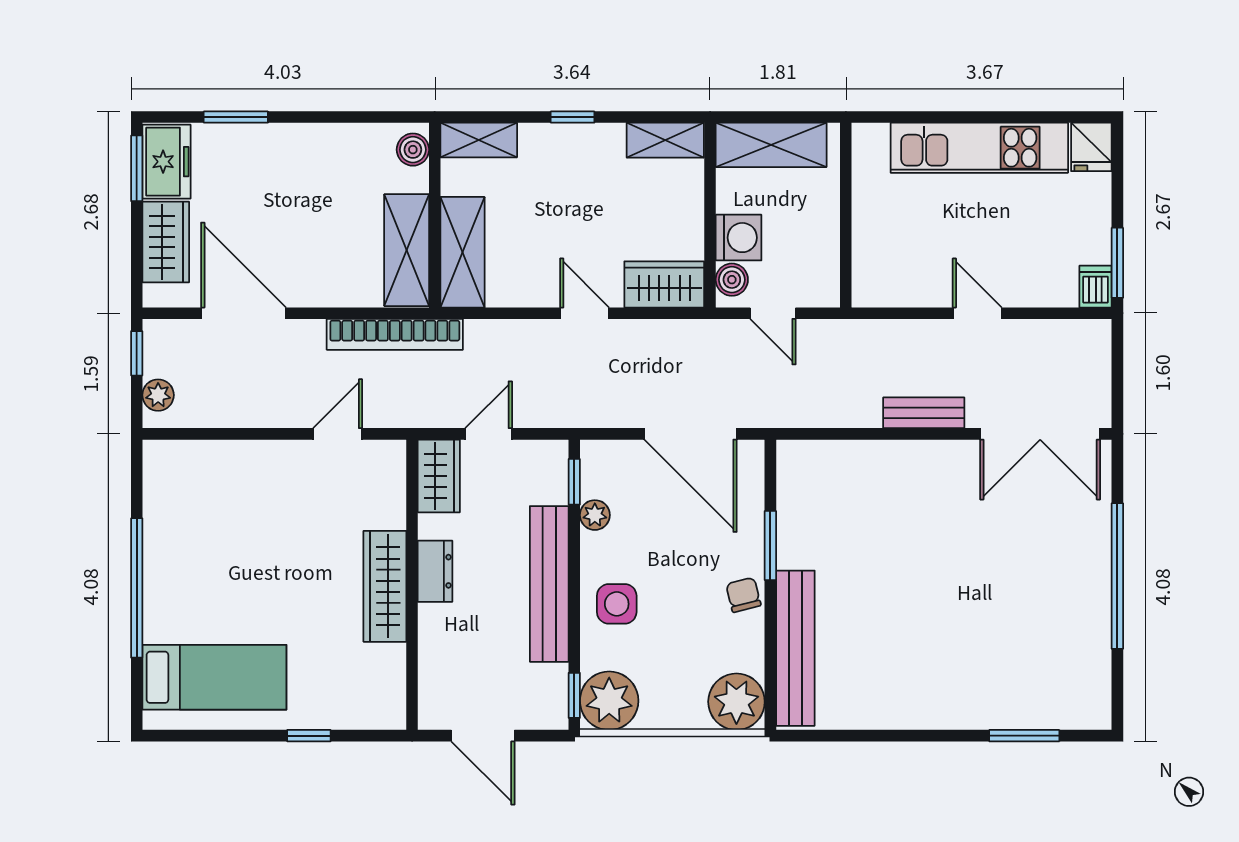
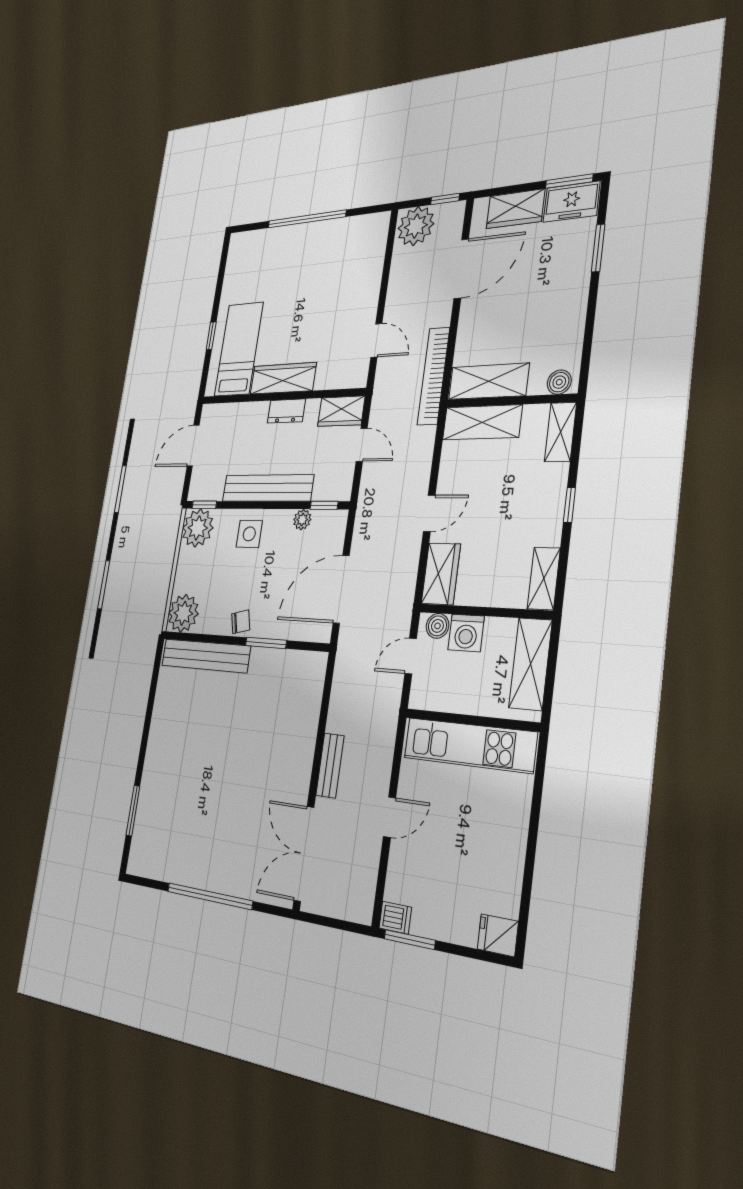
kitchen unit: (979, 148) -> (469, 745), moved, turned -90
plant: (158, 395) -> (416, 226), width x1.88, depth x1.88
bed: (214, 677) -> (239, 349), moved, turned 180

